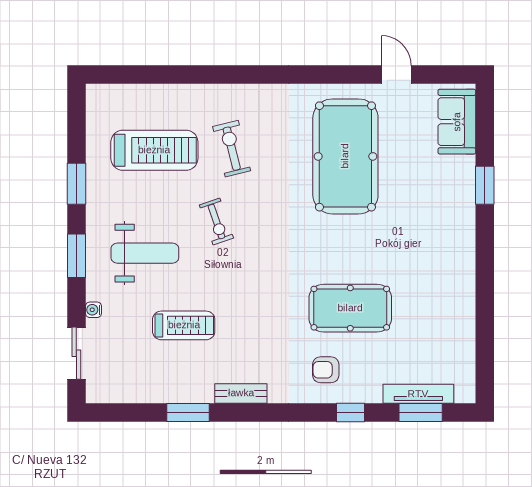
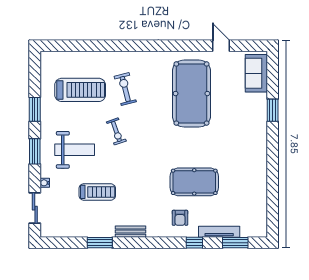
armchair: (326, 370) -> (180, 218), turned -90
tv unit: (418, 394) -> (219, 232), moved

